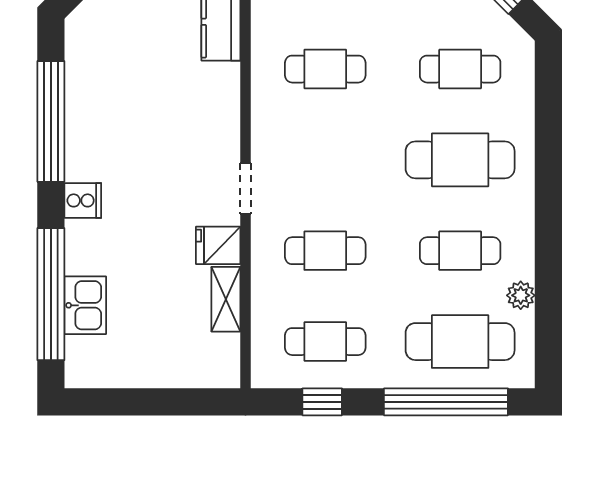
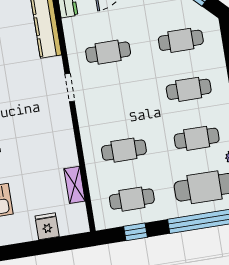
cafe table: (460, 160) -> (189, 89), width x0.73, depth x0.74
doorway: (245, 189) -> (70, 88), moved
fridge: (218, 245) -> (47, 226), moved, turned 90

